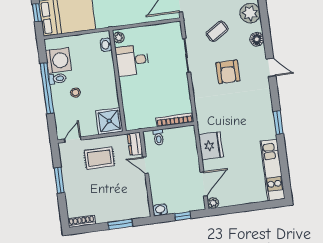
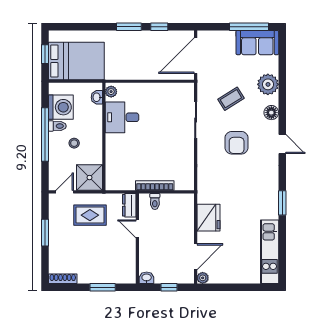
plant: (119, 38) -> (111, 92), moved
washbasin: (106, 45) -> (97, 97), moved
desk: (132, 60) -> (122, 117), moved
wall: (118, 81) -> (104, 137), moved
bookcase: (175, 120) -> (155, 186), moved
shower: (109, 121) -> (90, 178), moved

